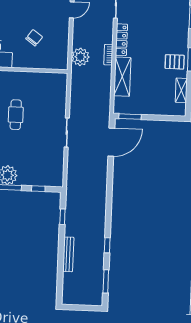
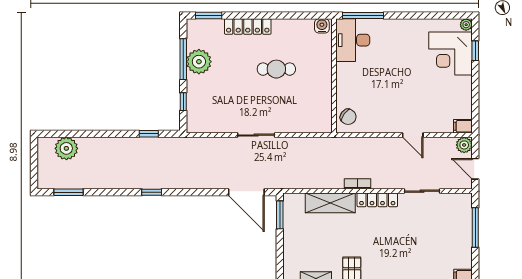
chair: (34, 38) -> (348, 117), moved
plant: (80, 57) -> (66, 148), moved
window: (107, 245) -> (152, 192), moved
bench: (68, 254) -> (101, 143), removed

